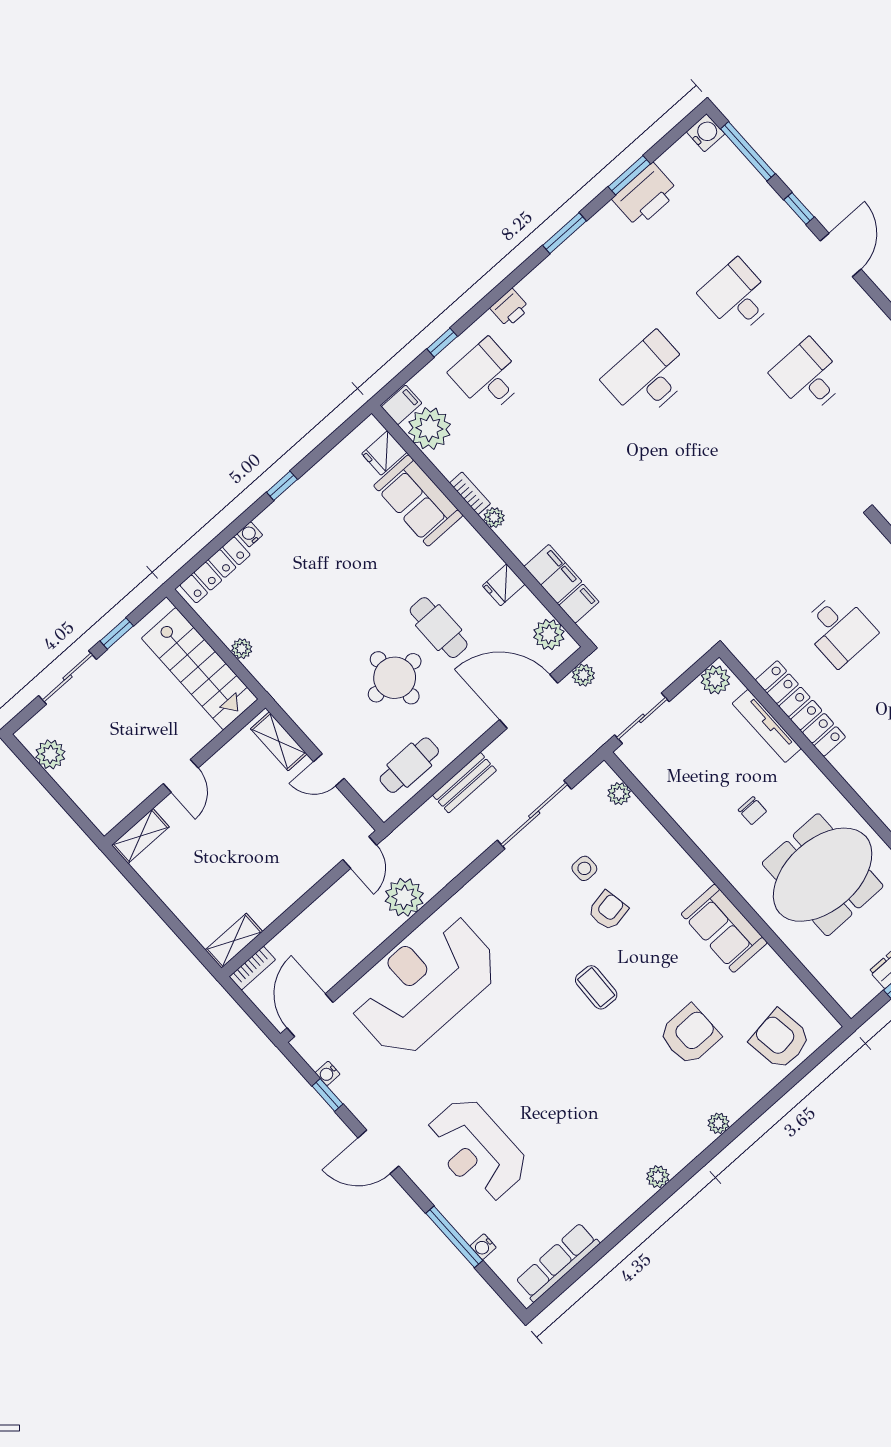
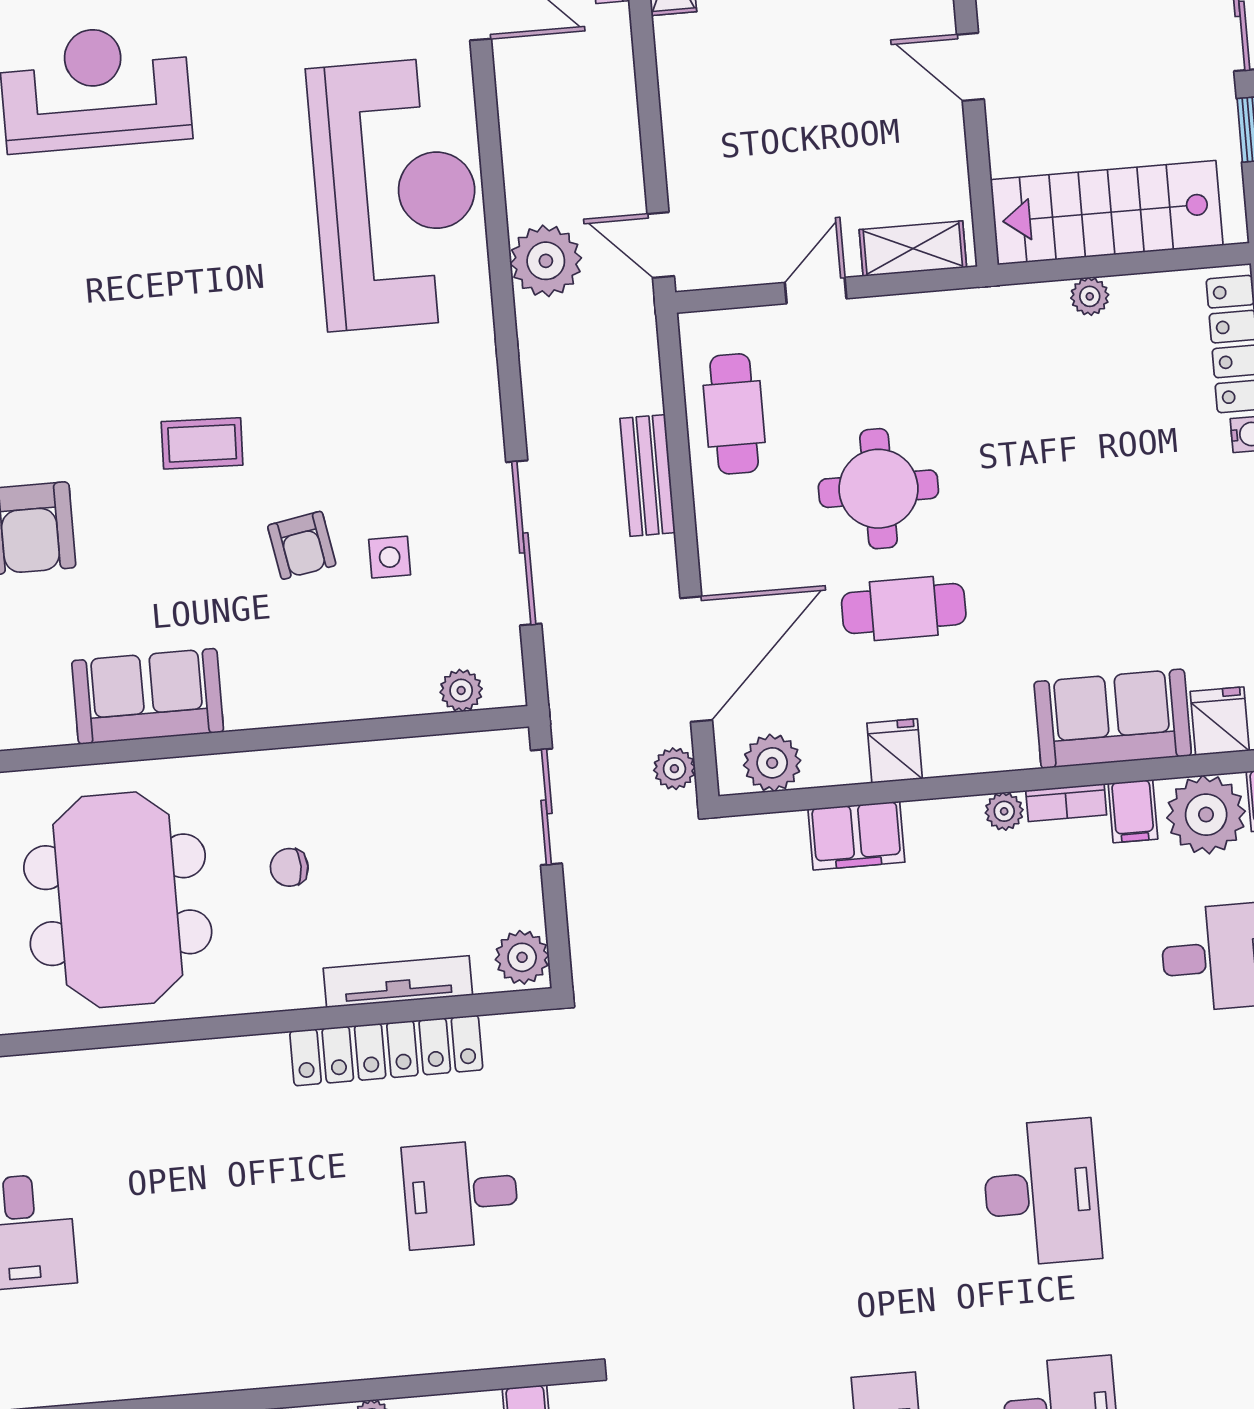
filing cabinet: (579, 604) -> (1133, 811), moved

